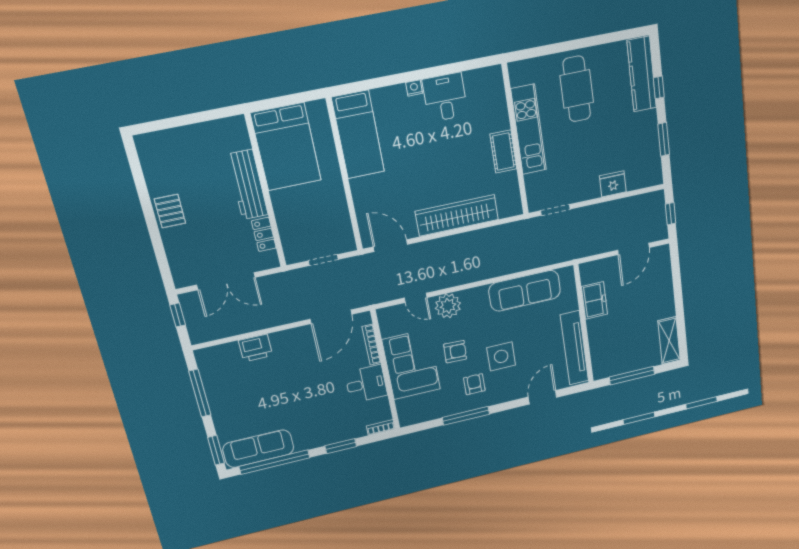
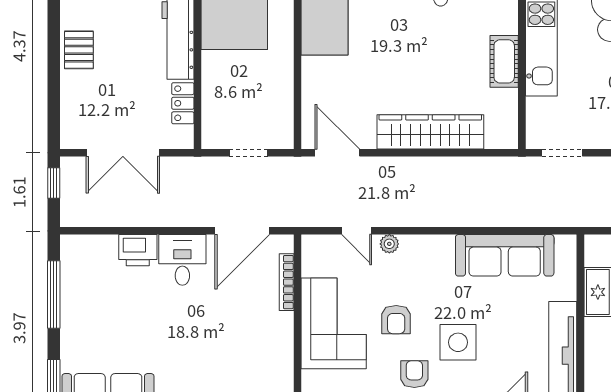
plant: (448, 306) -> (389, 244), width x0.53, depth x0.53
armchair: (455, 352) -> (396, 320), turned 88
desk: (366, 384) -> (182, 260), moved, turned -90

